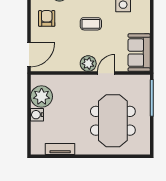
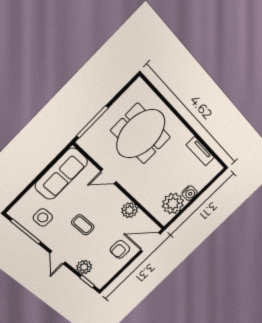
armchair: (47, 18) -> (120, 249), moved
sofa: (139, 53) -> (61, 174), width x1.36
plant: (88, 64) -> (130, 210), moved

